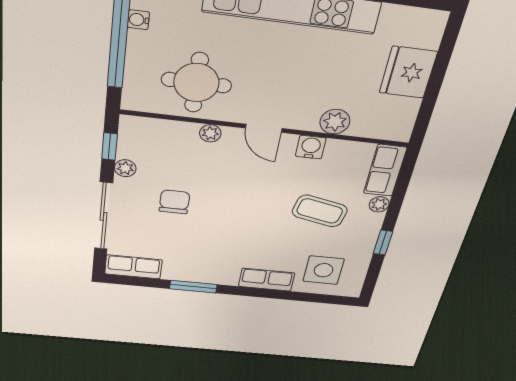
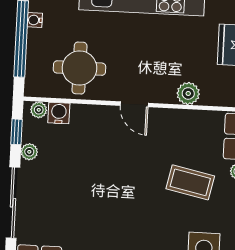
plant: (210, 133) -> (39, 110), moved
water cooler: (311, 147) -> (59, 113), moved
chair: (174, 202) -> (70, 183), removed

